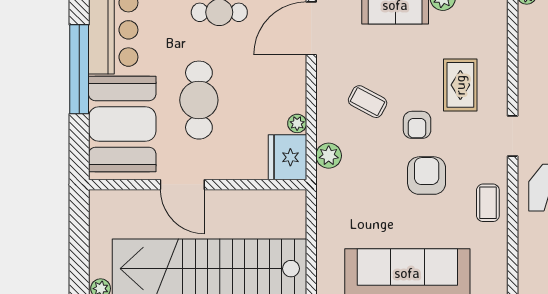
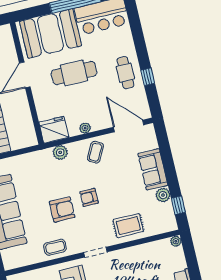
rug: (460, 85) -> (128, 226), moved
coffee table: (368, 102) -> (95, 152), moved
plant: (297, 123) -> (85, 128), moved

